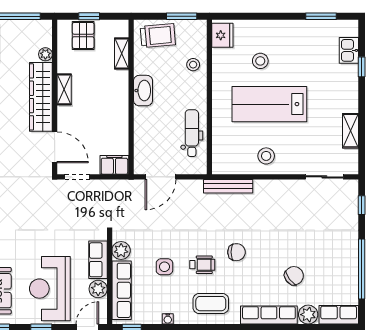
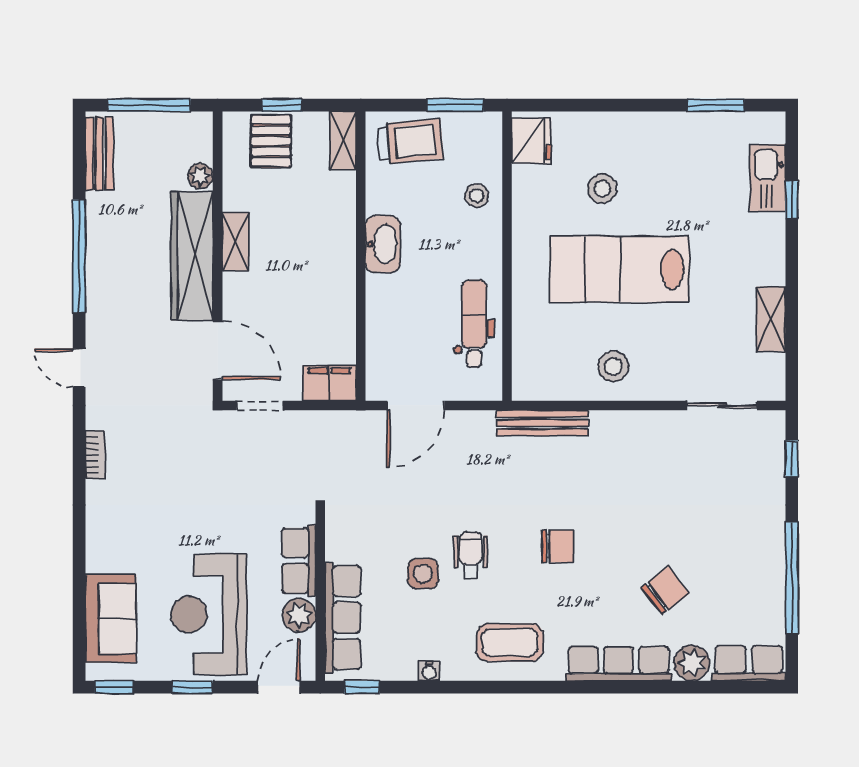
kitchen sink: (349, 50) -> (768, 178), width x1.38
shelving: (122, 53) -> (343, 141), moved
plant: (121, 251) -> (342, 543), removed
wheelchair: (202, 265) -> (471, 555), moved, turned -90

